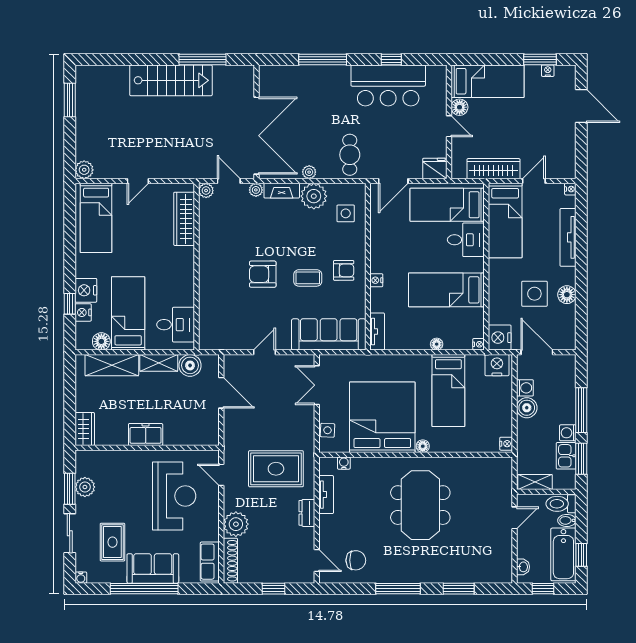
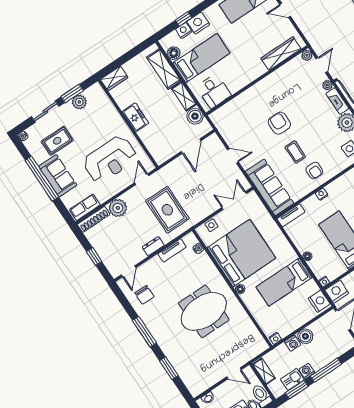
washing machine: (525, 388) -> (293, 343), moved

